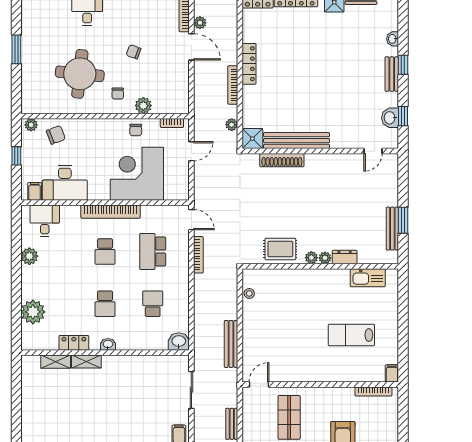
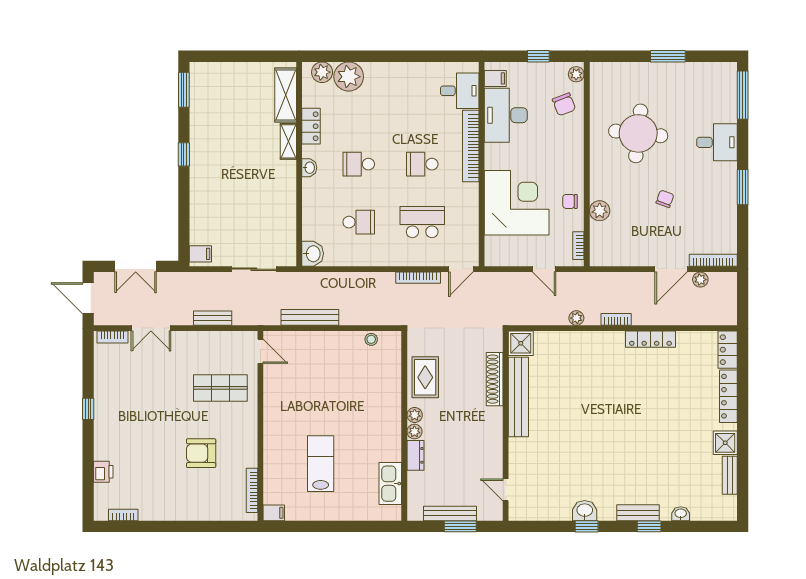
bookcase: (233, 85) -> (616, 319), width x0.64
chair: (118, 94) -> (614, 180), removed
shower: (252, 139) -> (521, 343), moved
bench: (297, 141) -> (518, 397), moved
wall: (320, 151) -> (506, 426), moved
door: (373, 151) -> (506, 490), moved
shoe rack: (282, 160) -> (495, 379), moved
bookcase: (111, 212) -> (471, 146), moved
plant: (29, 256) -> (322, 72), moved
shelving: (56, 362) -> (286, 95), width x1.50, depth x1.33

